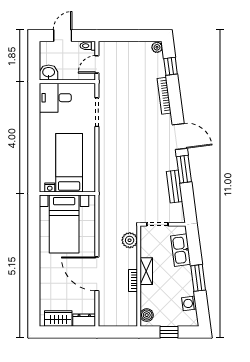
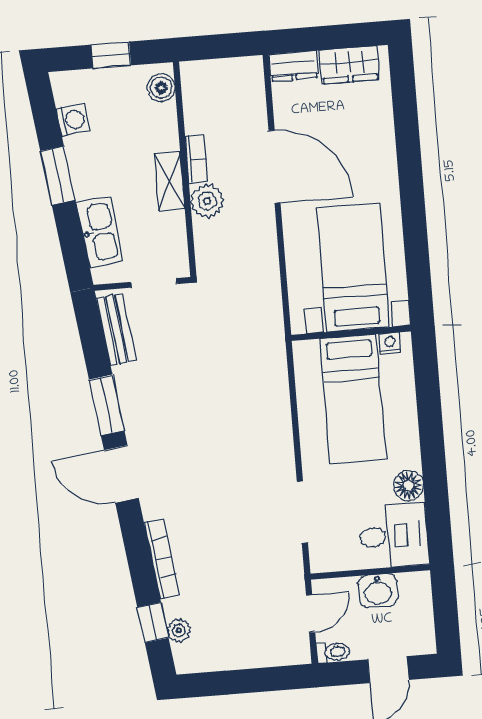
plant: (157, 47) -> (179, 630), moved
washbasin: (49, 73) -> (378, 591), moved
floor lamp: (47, 120) -> (408, 486), added
bench: (174, 187) -> (116, 329), moved
plant: (130, 240) -> (207, 201), moved

